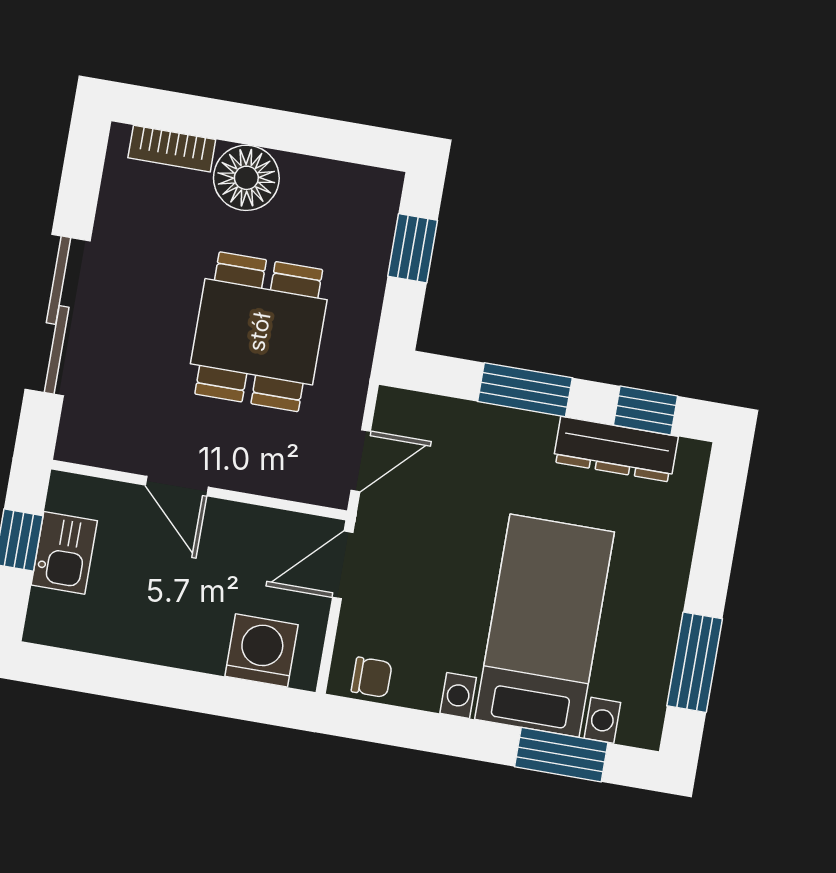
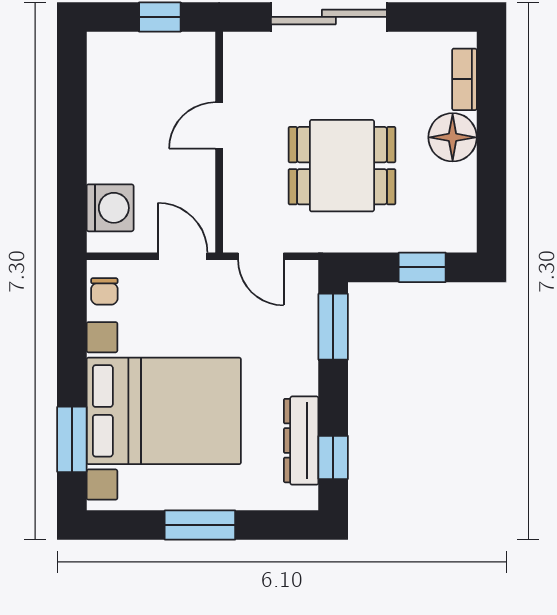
window: (525, 390) -> (333, 327), moved
kitchen sink: (64, 553) -> (156, 52), removed
bed with nightstands: (544, 626) -> (164, 411), width x1.36
window: (695, 662) -> (200, 525), moved

